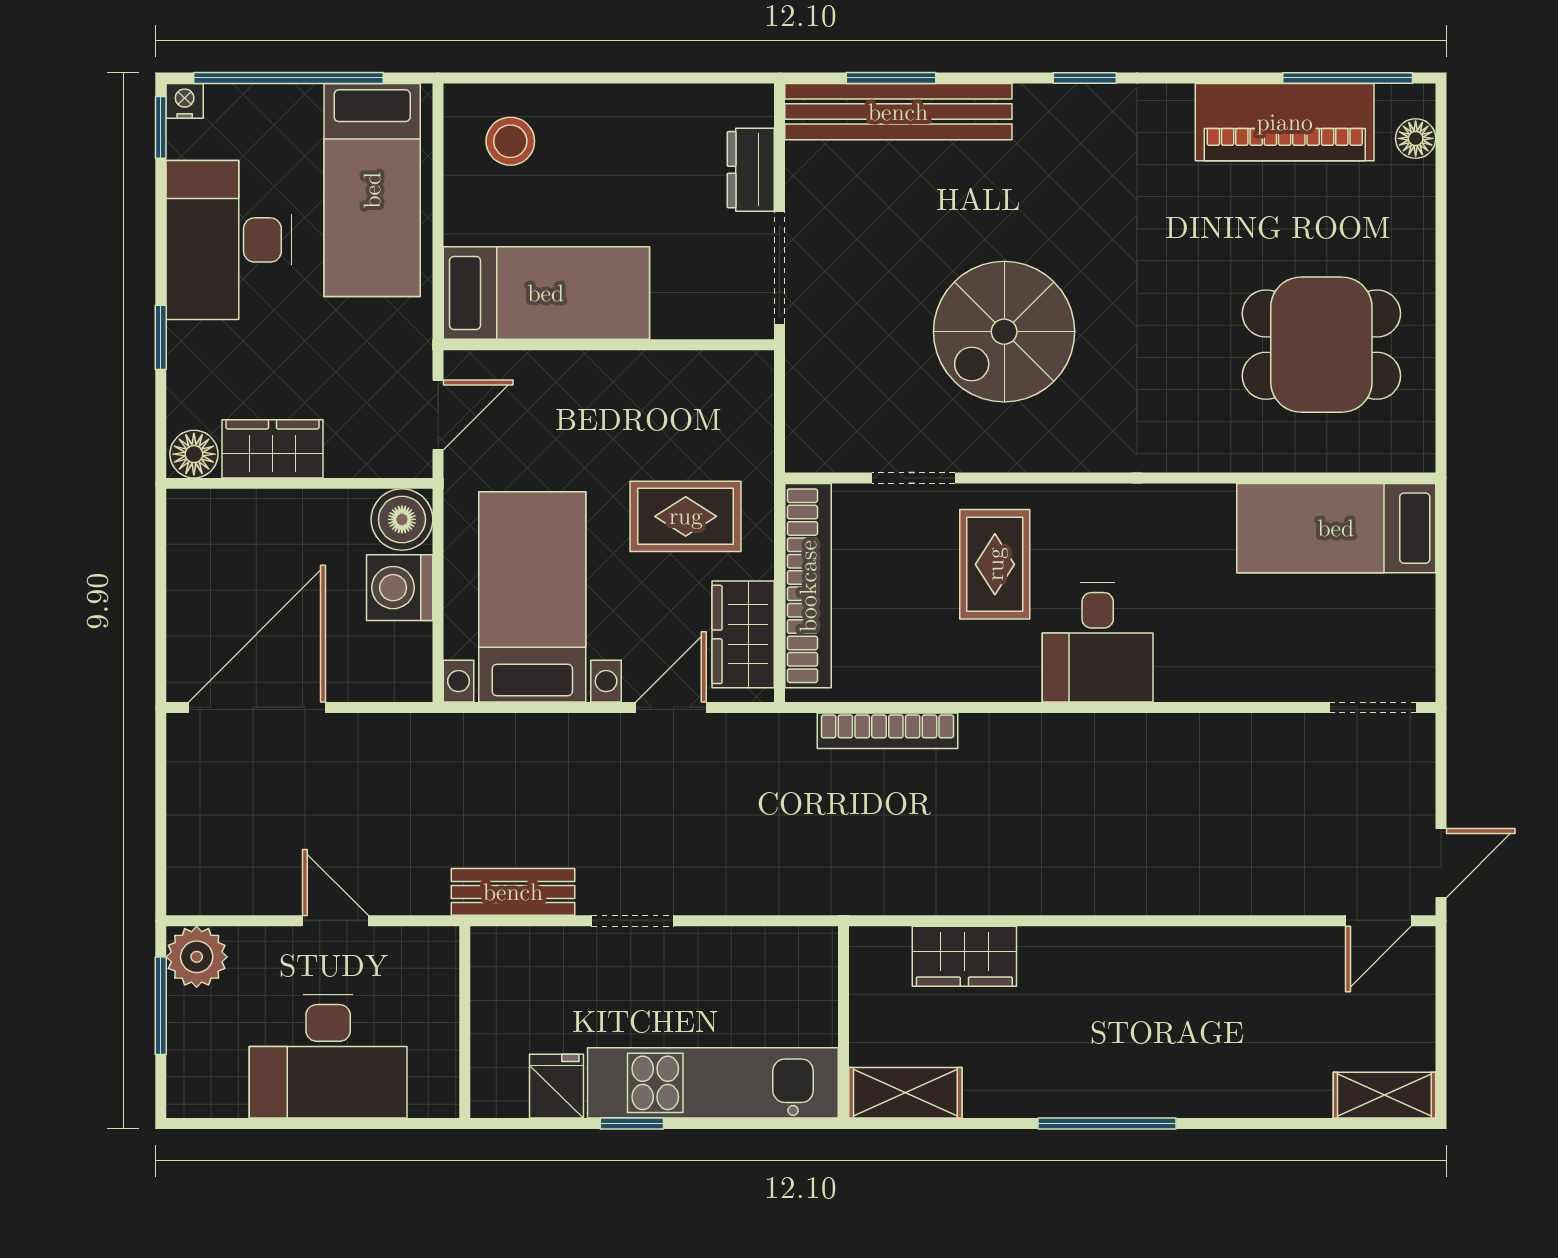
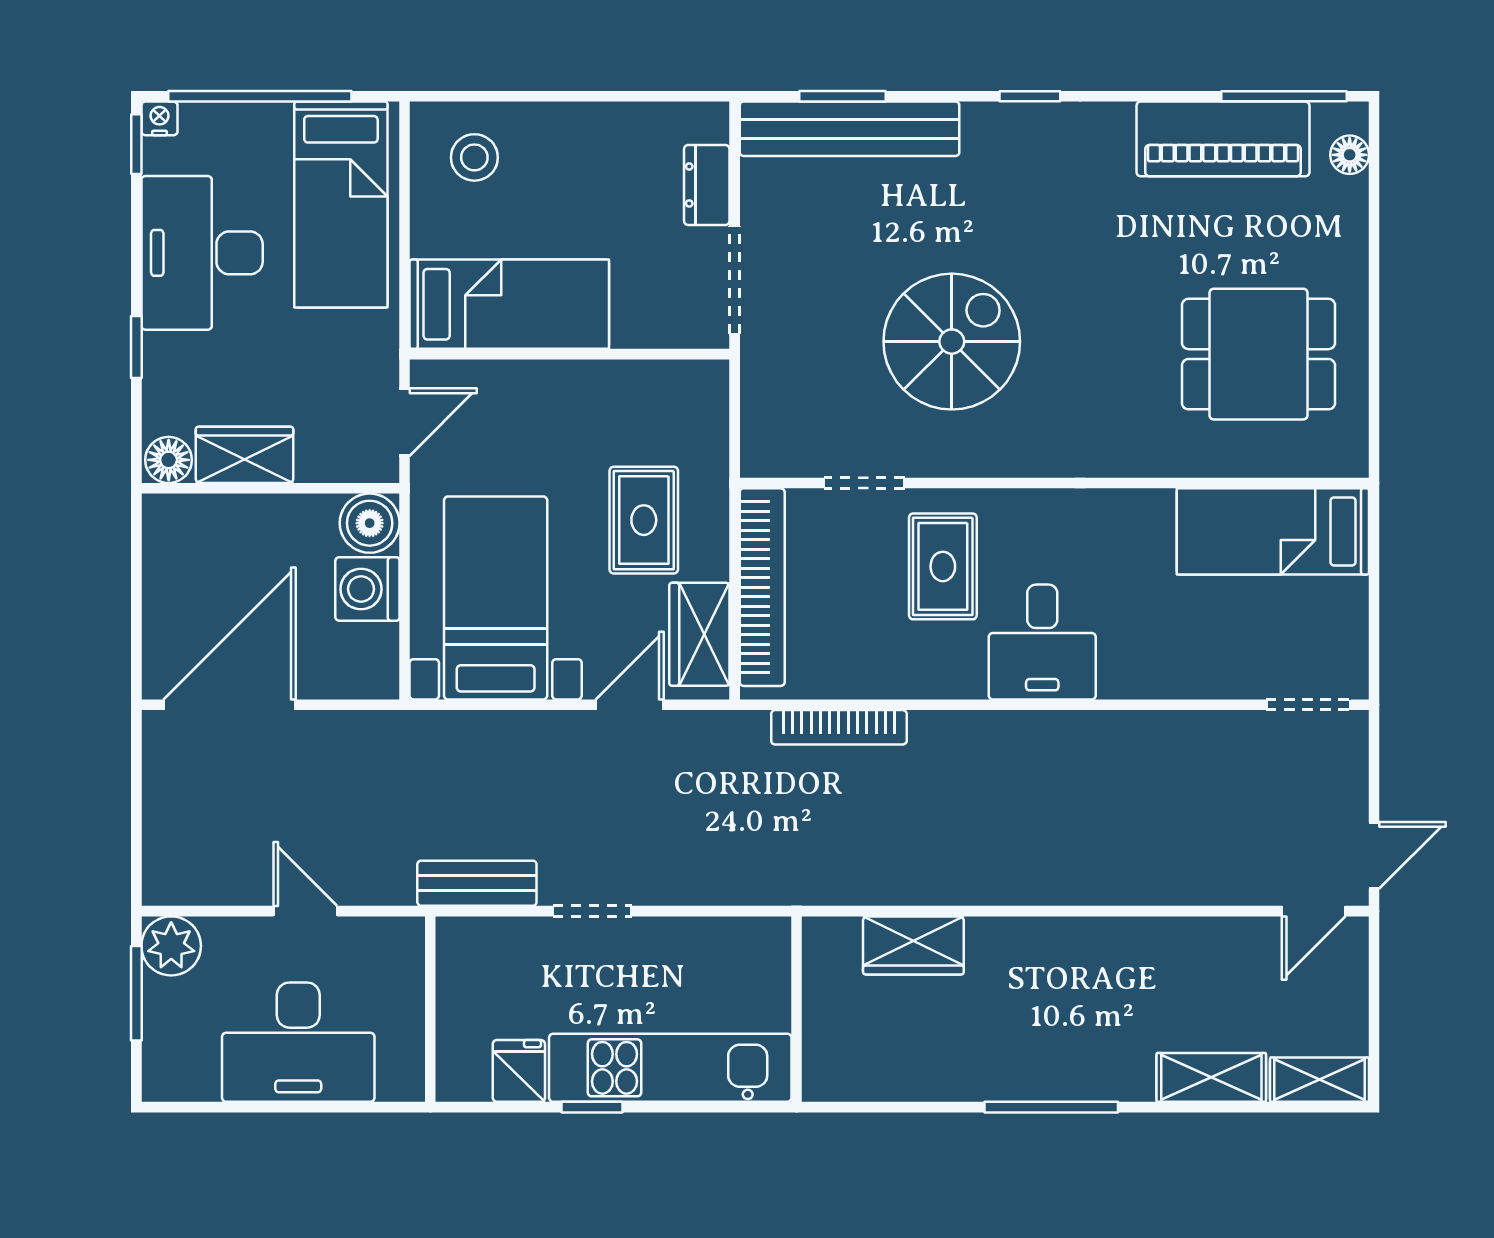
spiral stairs: (1004, 332) -> (952, 342), turned 180
rug: (686, 516) -> (644, 520), turned 90
shelving: (905, 1093) -> (1211, 1077), moved

